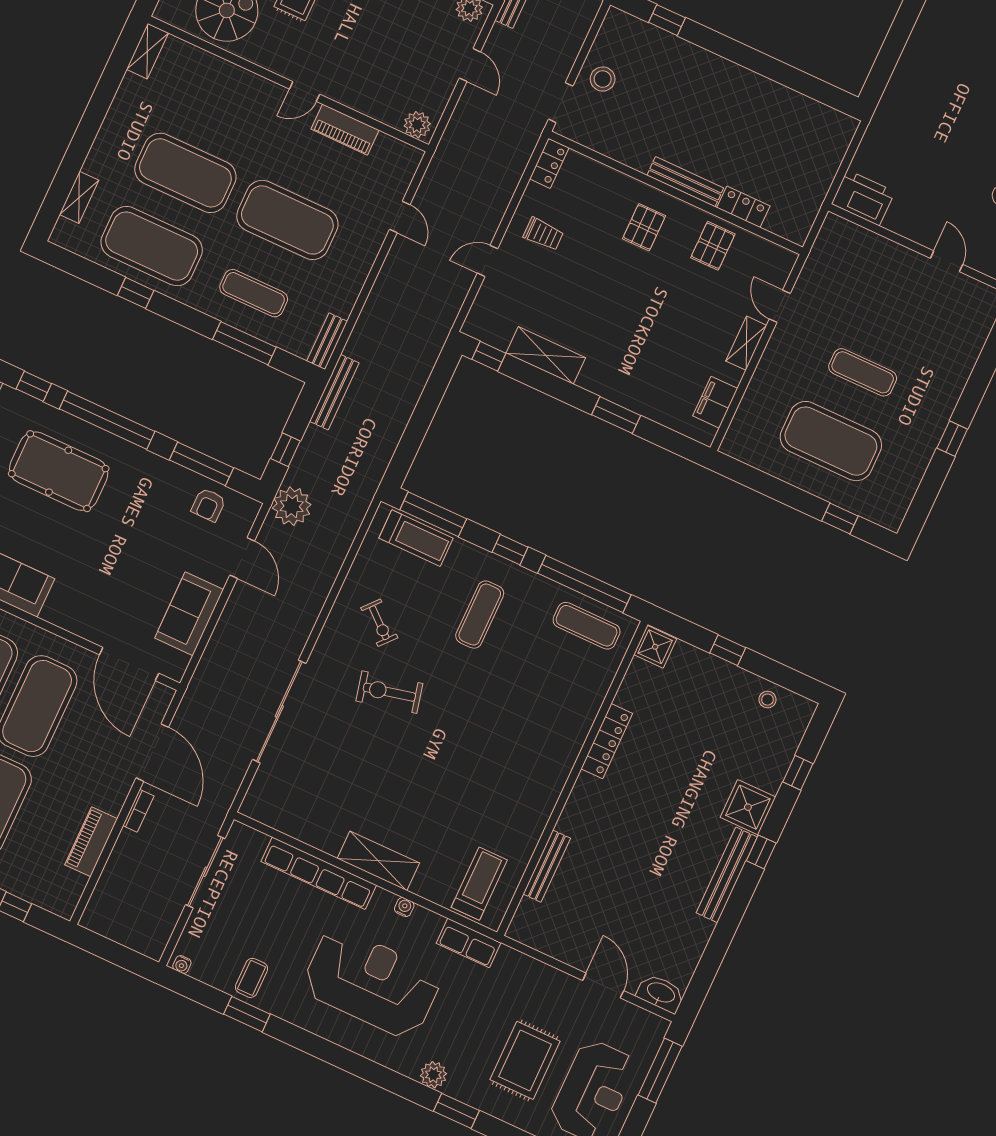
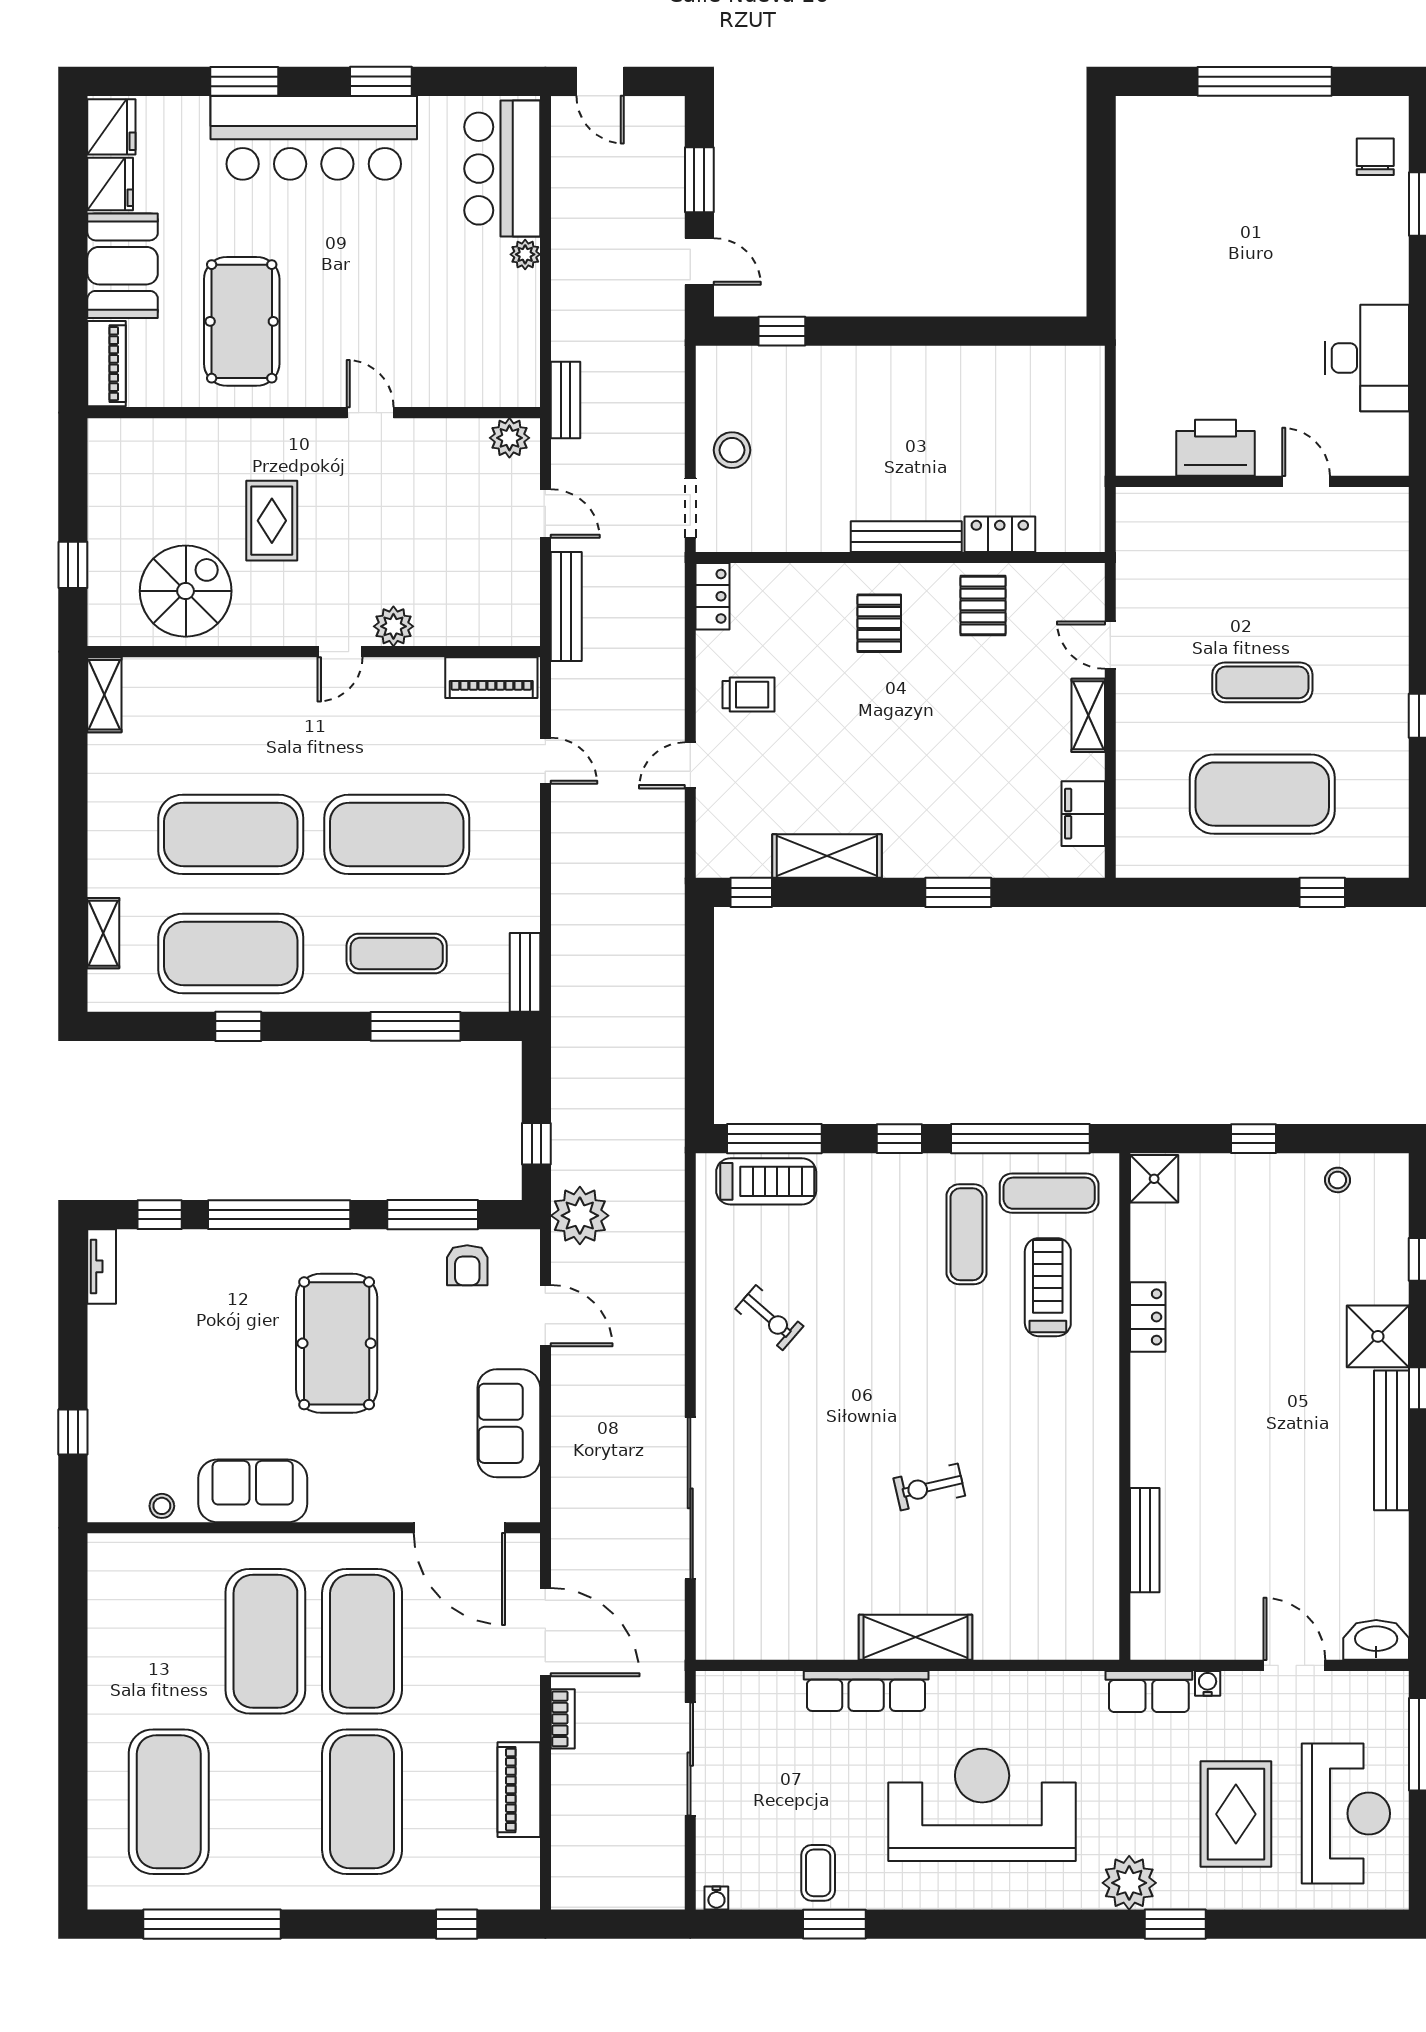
plant: (417, 125) -> (393, 626), moved
piano: (345, 130) -> (491, 678), moved
printer: (863, 198) -> (1215, 448), moved
bench: (334, 392) -> (566, 606), moved
pool table: (59, 471) -> (337, 1343), moved, turned 90
exercise mat: (480, 615) -> (967, 1234), moved
exercise bike: (389, 692) -> (929, 1487), moved, width x0.73, depth x0.72
locker: (607, 741) -> (1148, 1317), width x0.66
row of seats: (319, 873) -> (866, 1691), width x0.73
treadmill: (479, 884) -> (1048, 1287), moved
water cooler: (404, 907) -> (1208, 1683), moved
row of seats: (469, 943) -> (1149, 1691), moved
plant: (433, 1075) -> (1129, 1883), width x1.36, depth x1.36

